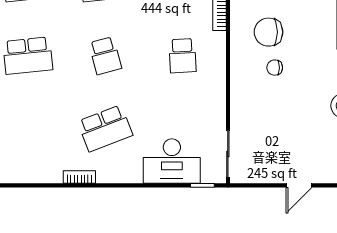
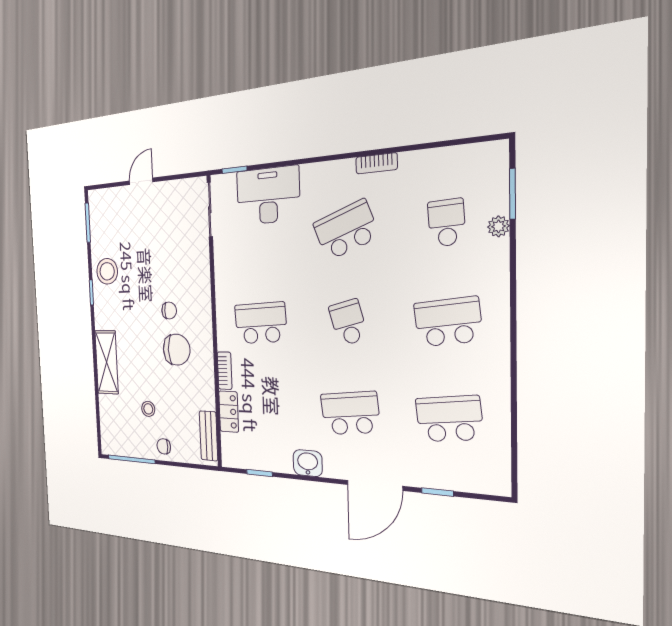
school desk: (183, 56) -> (261, 323), width x1.85
school desk: (28, 128) -> (447, 223), added

